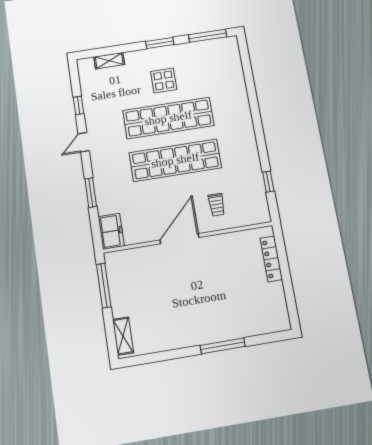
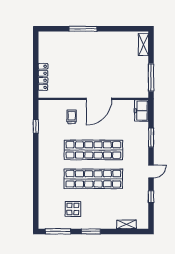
display table: (164, 80) -> (73, 209), moved

